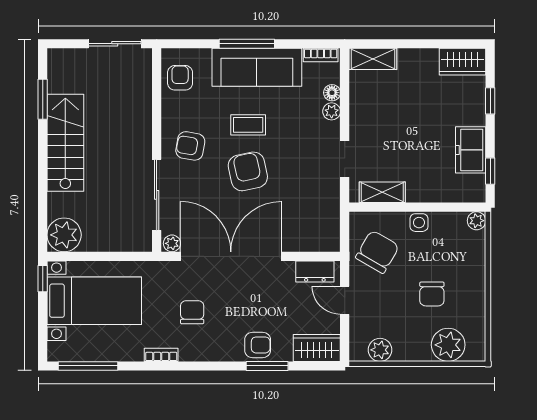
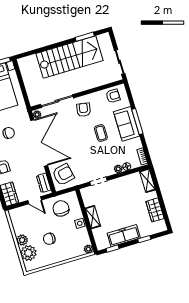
wardrobe: (463, 62) -> (155, 210), moved
sofa: (257, 67) -> (126, 124), width x0.73
stairs: (65, 143) -> (69, 57), width x1.36, depth x1.51
freezer: (471, 150) -> (124, 236), width x1.40
armchair: (248, 171) -> (63, 174), moved
shelving: (382, 192) -> (93, 217), moved
plant: (64, 235) -> (26, 65), removed
chair: (377, 252) -> (61, 208), turned -120
door: (345, 300) -> (35, 200), swing flipped
plant: (380, 350) -> (22, 240), moved

